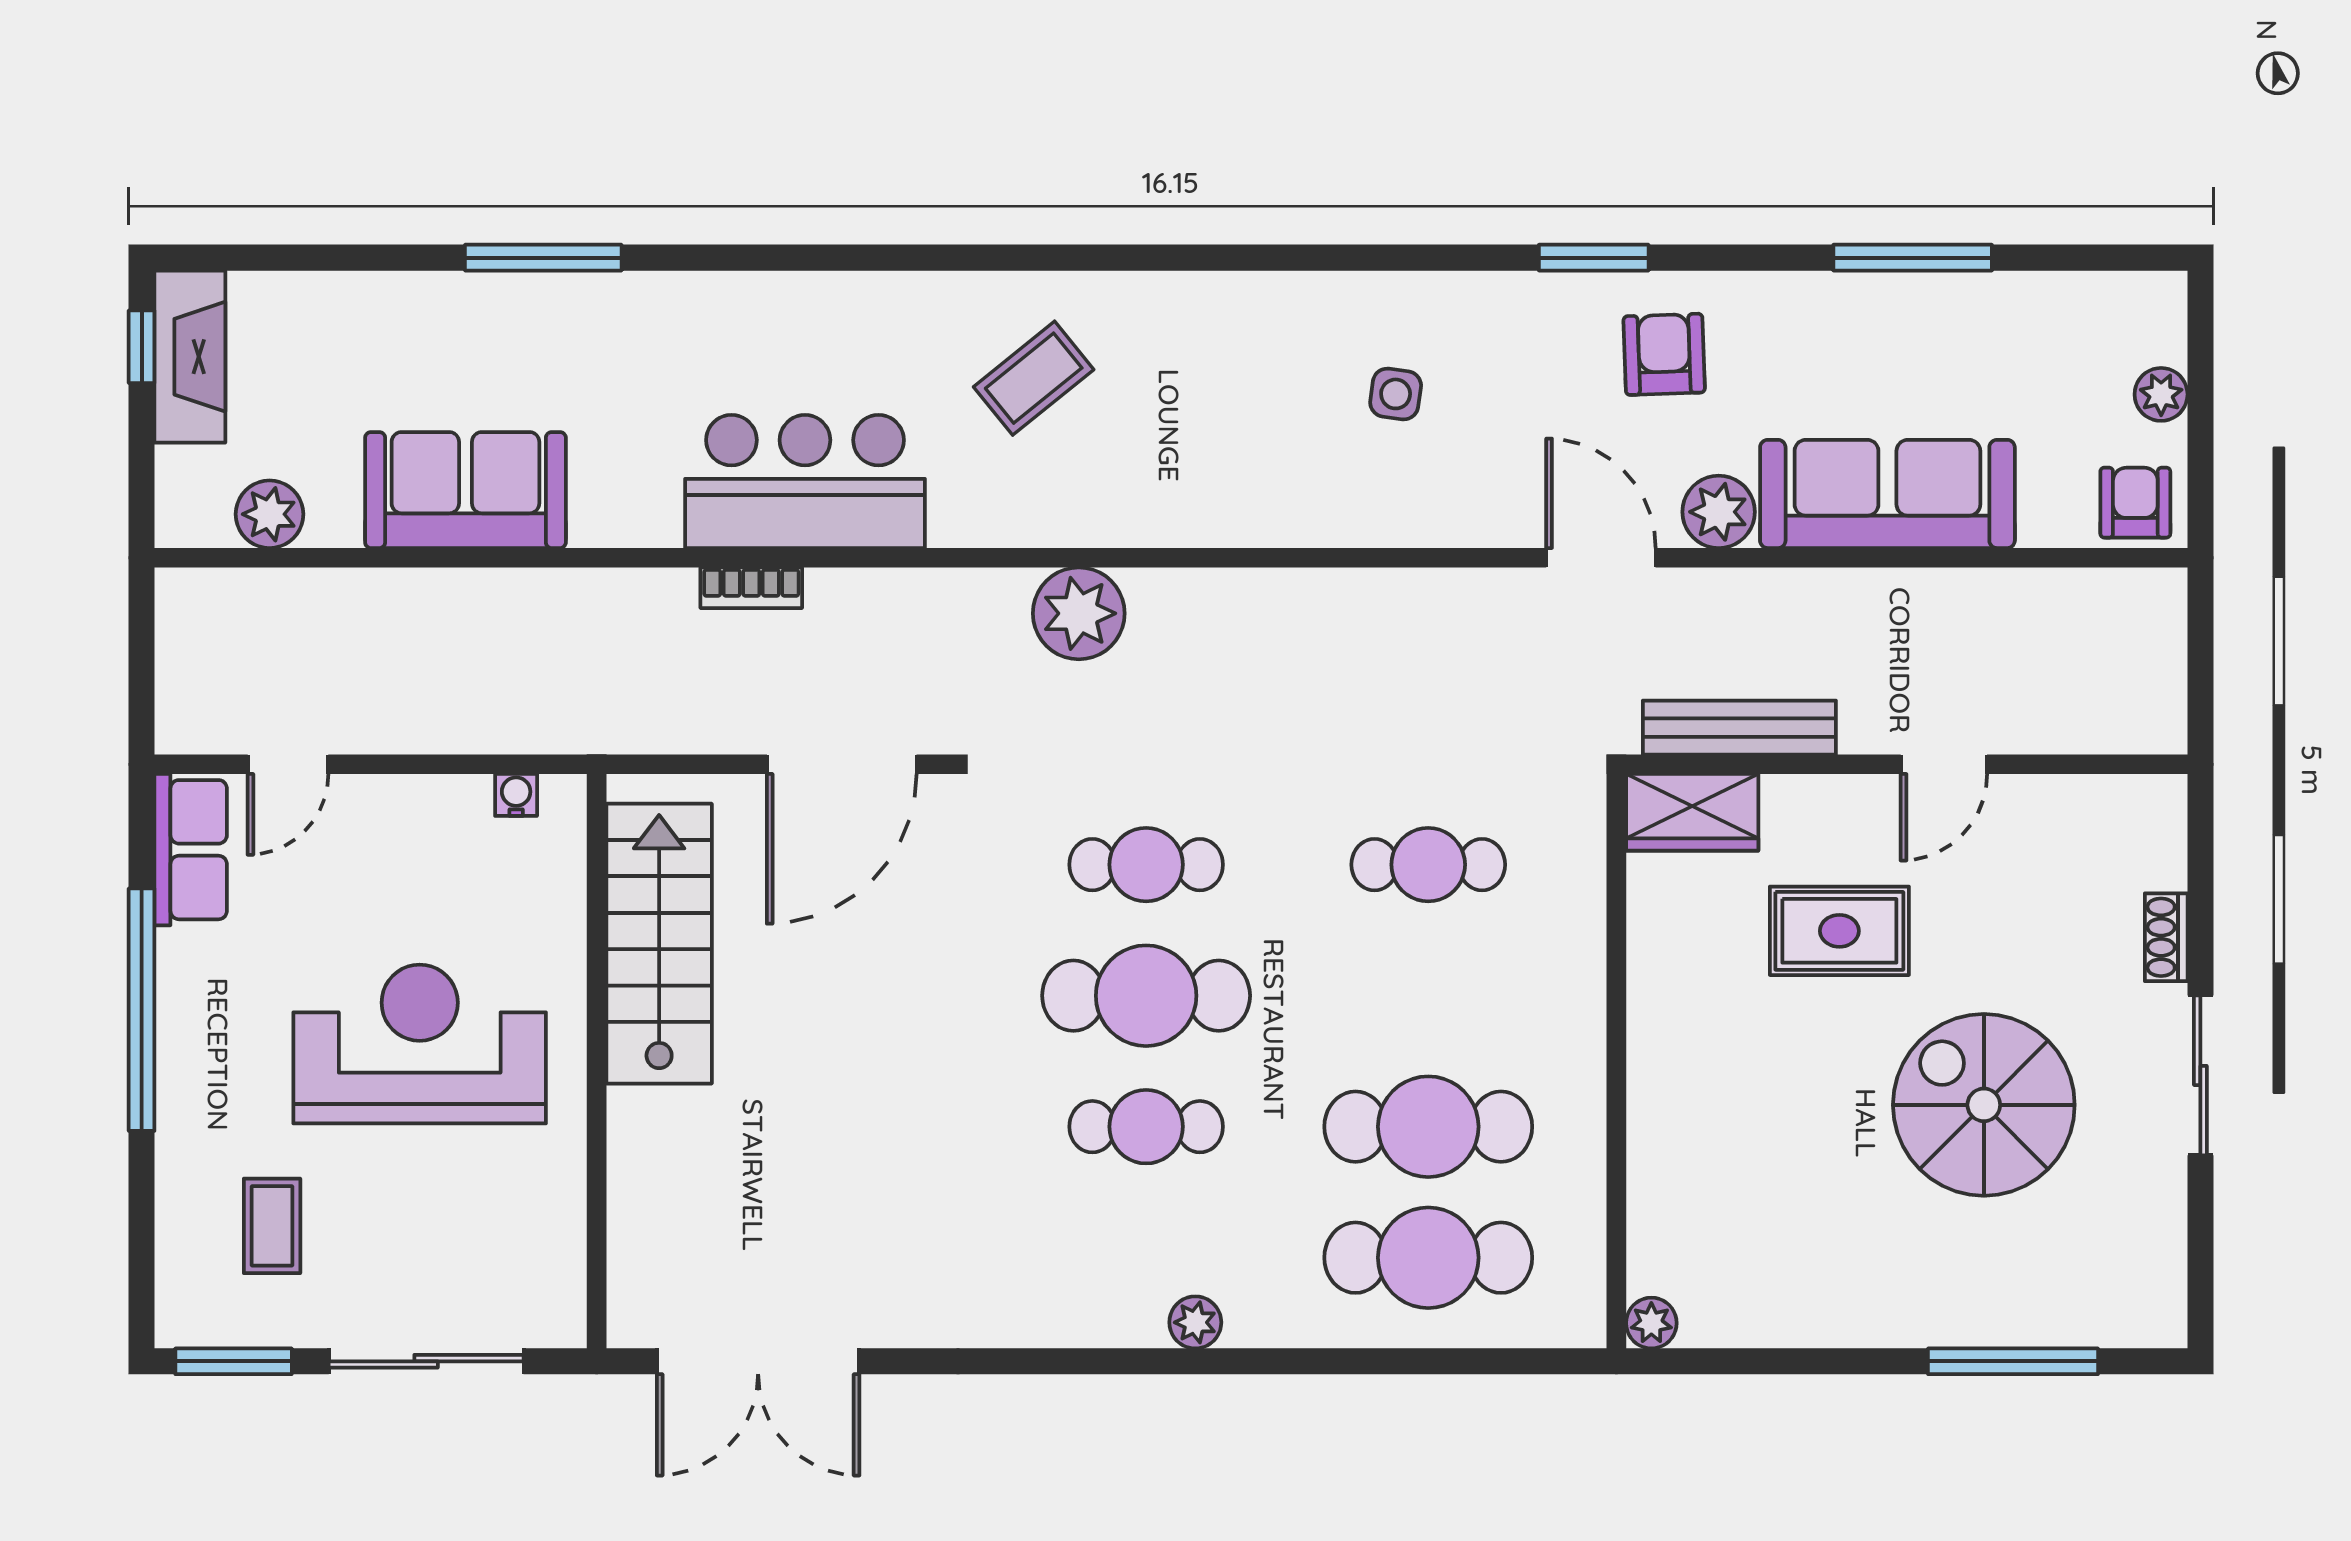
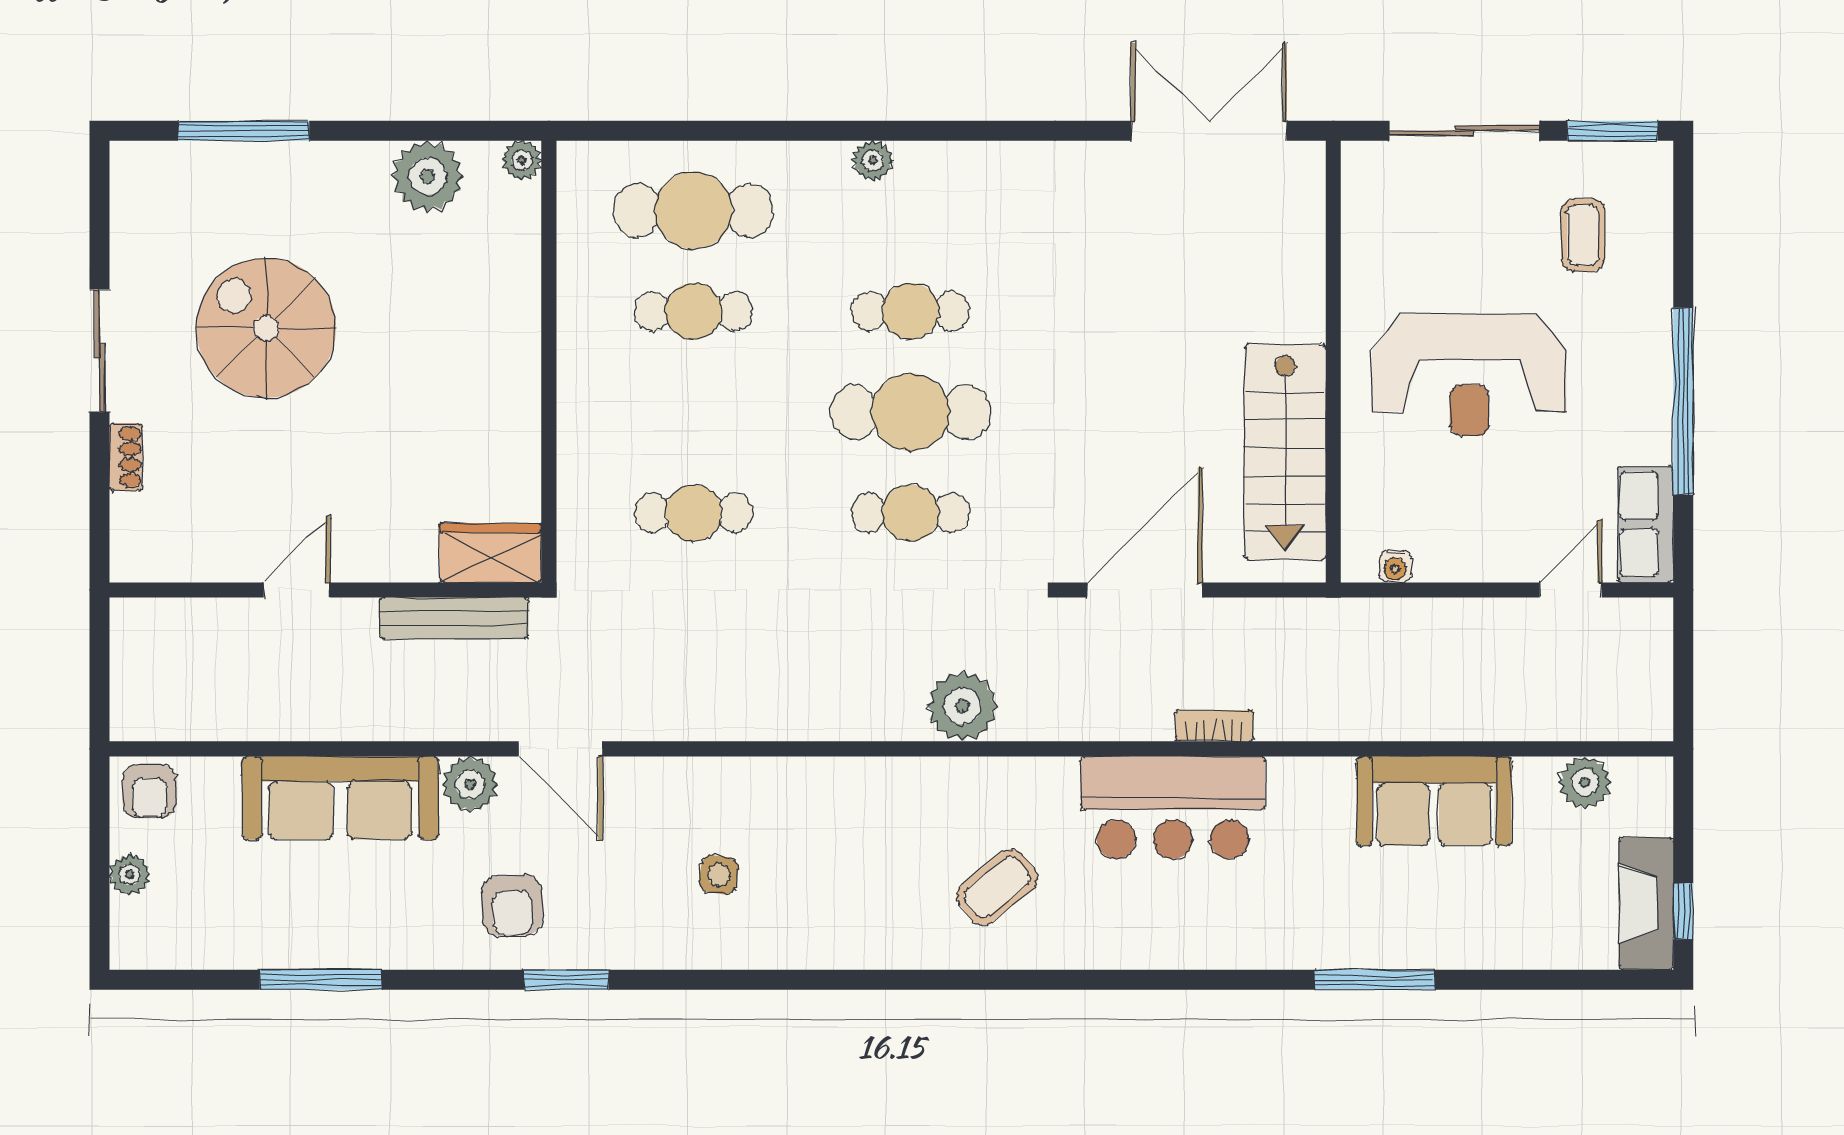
rug: (1839, 931) -> (377, 462), removed
spiral stairs: (1984, 1105) -> (266, 328), turned 180
cafe table: (1428, 1127) -> (694, 311), width x0.73, depth x0.74
plant: (1774, 1302) -> (428, 176), added

